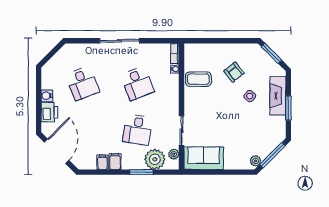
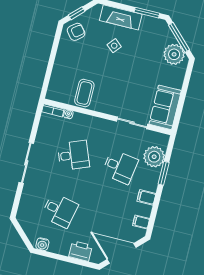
window: (271, 53) -> (77, 13), width x0.67
armchair: (234, 72) -> (76, 32), moved
desk: (83, 83) -> (60, 210), turned 33
water cooler: (47, 96) -> (42, 244), moved
window: (288, 108) -> (147, 13), moved
plant: (174, 154) -> (154, 136), removed
plant: (255, 161) -> (174, 54), width x1.87, depth x1.87
filing cabinet: (102, 162) -> (141, 222), moved

